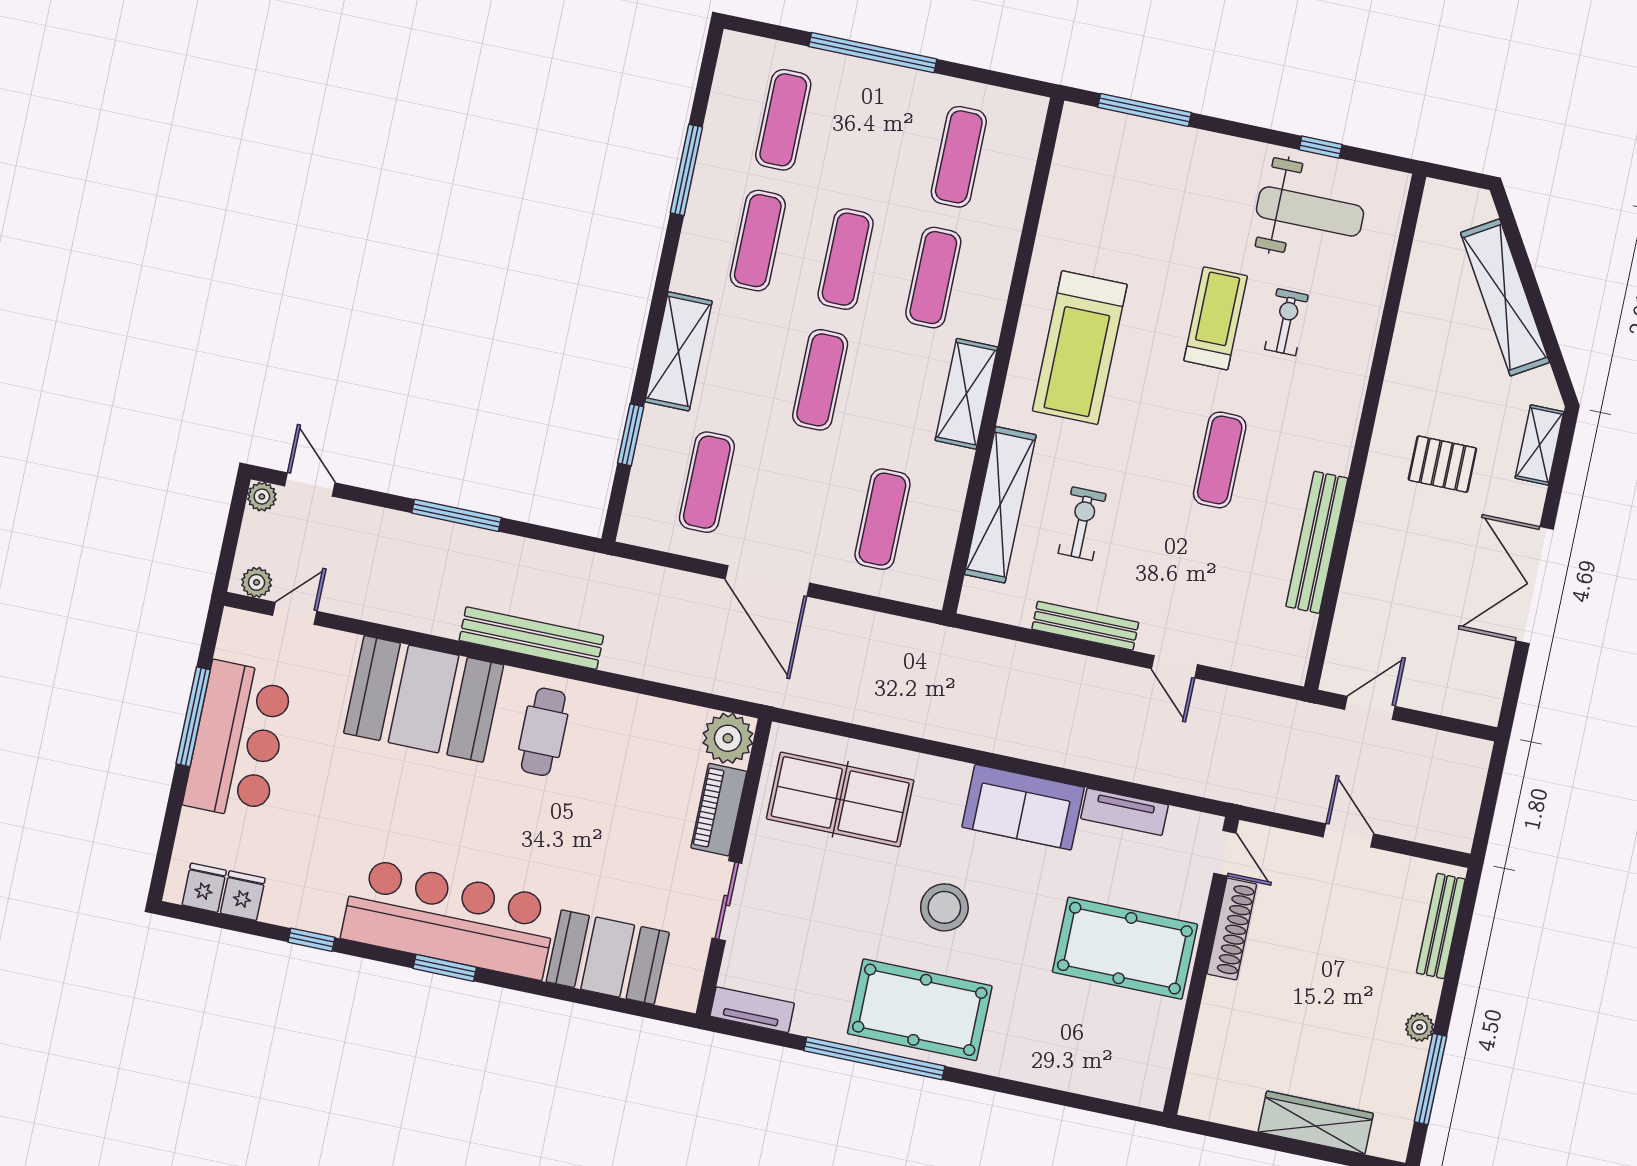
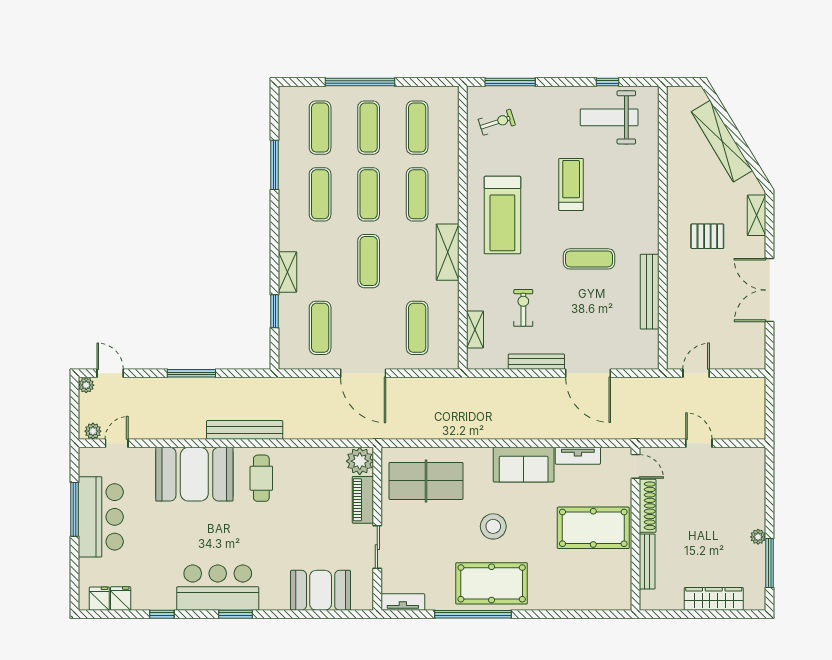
exercise mat: (871, 138) -> (369, 128), added
weight bench: (1310, 211) -> (609, 117), turned 180
exercise bike: (1286, 322) -> (497, 122), moved, turned 72
shelving: (679, 351) -> (287, 272), width x0.67, depth x0.75
exercise mat: (1220, 460) -> (589, 259), turned 90
shelving: (1000, 505) -> (475, 329), width x0.45, depth x0.75
door: (1174, 667) -> (588, 373), width x1.88
bar counter: (450, 919) -> (218, 588), width x0.73
bench: (1441, 926) -> (647, 562), moved

